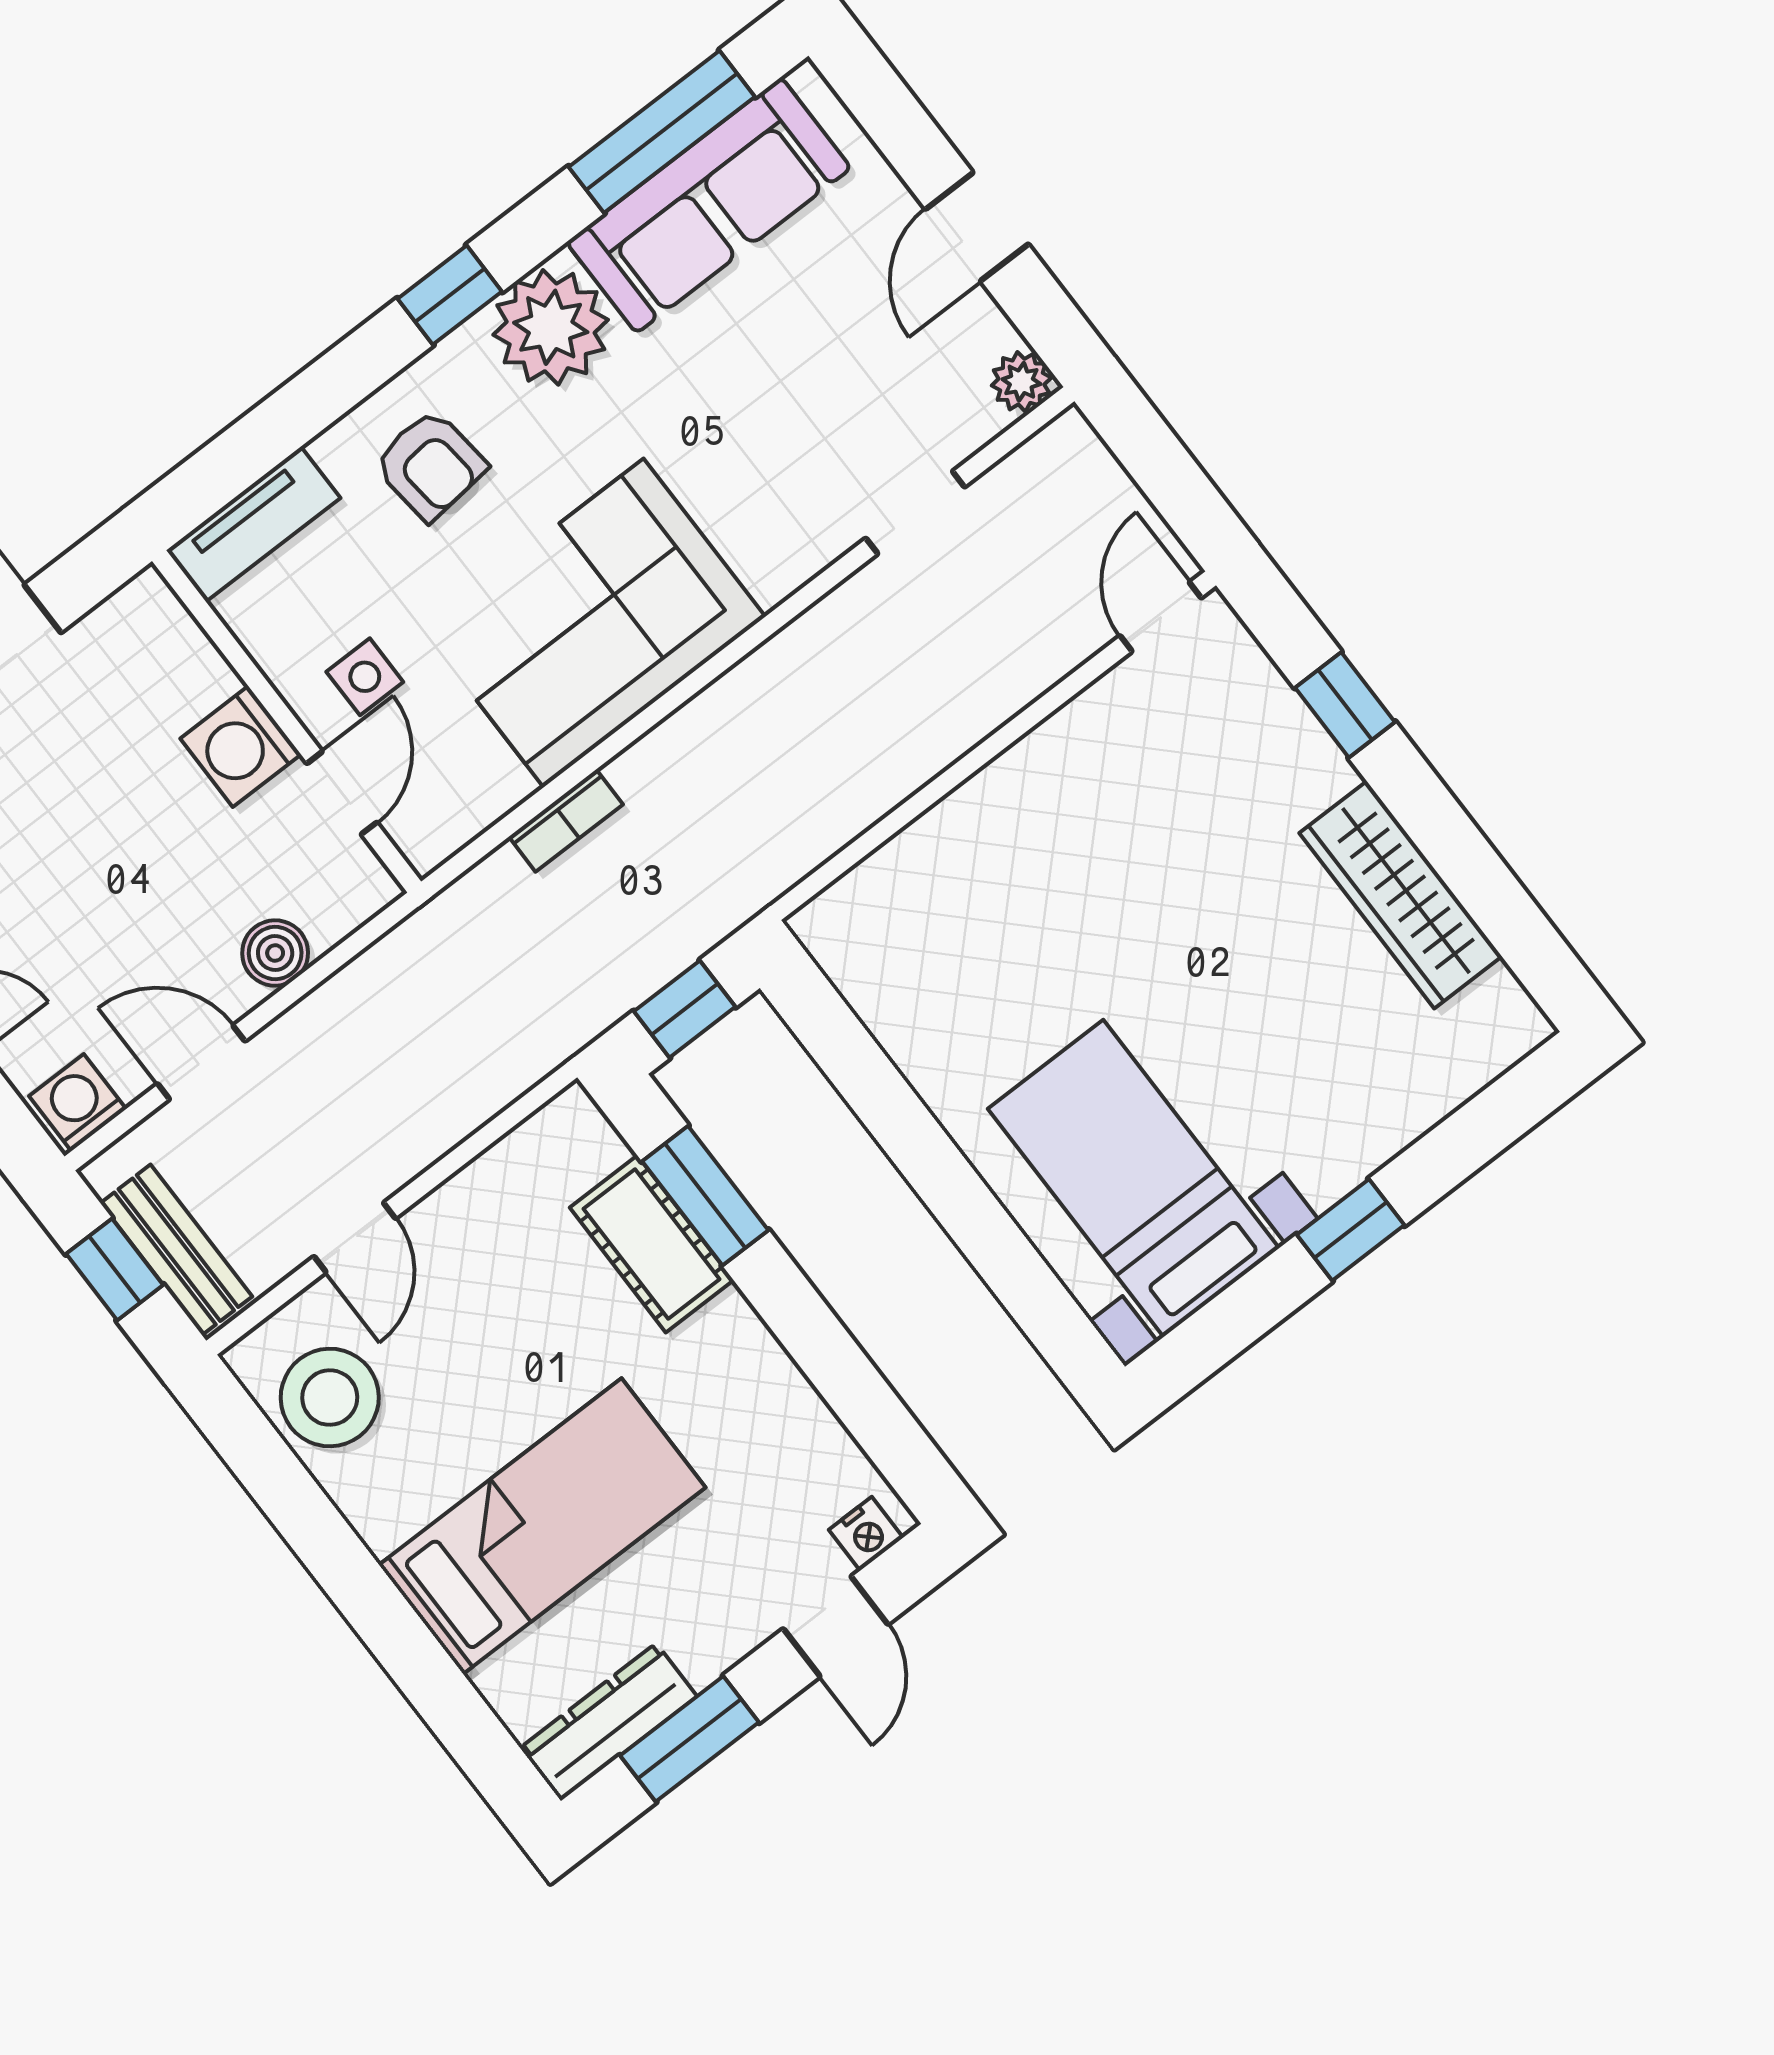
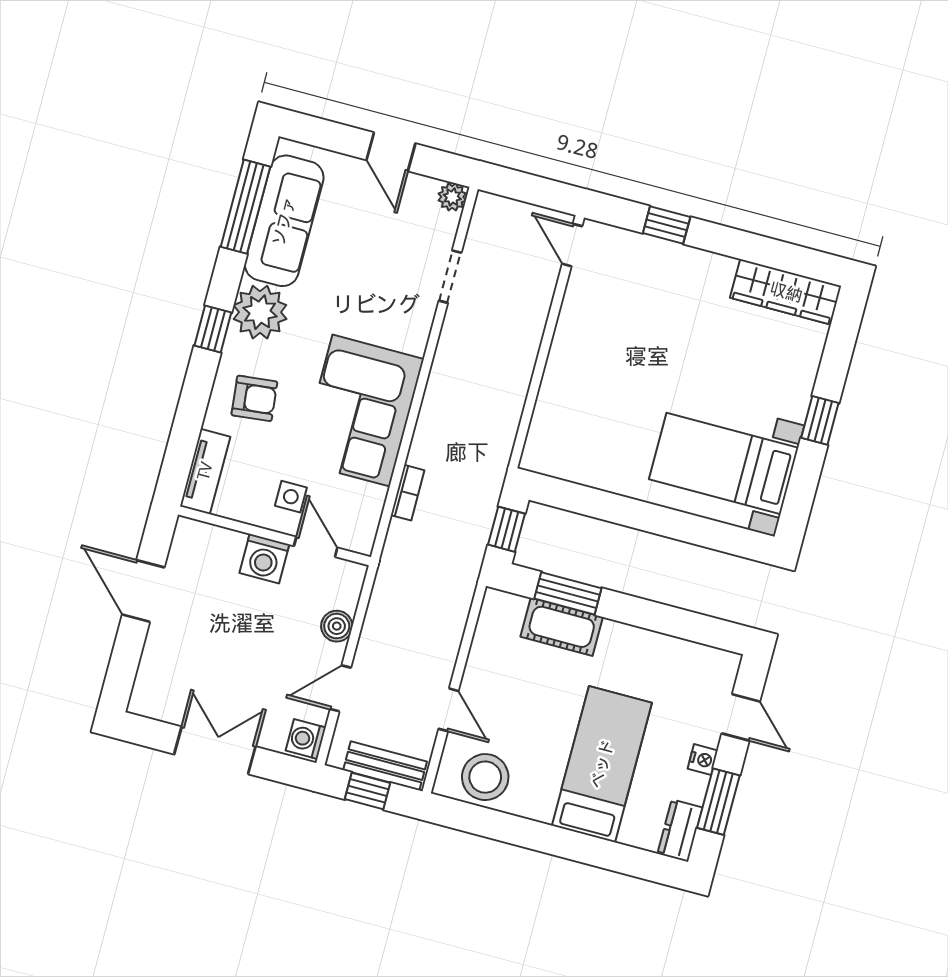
wardrobe: (1401, 895) -> (786, 292), moved
nightstand: (866, 1534) -> (703, 760), moved
dresser: (609, 1722) -> (680, 831), width x0.70

